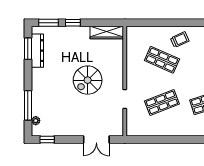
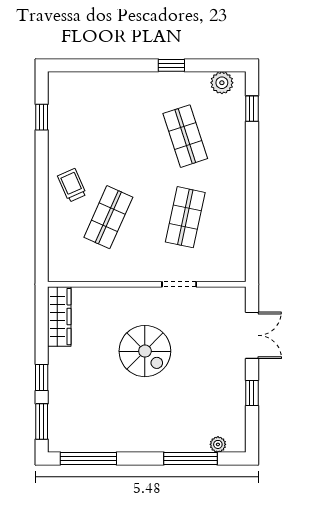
window: (28, 49) -> (88, 459), width x1.44
dresser: (37, 51) -> (92, 442), removed
shop shelf: (162, 102) -> (185, 217), turned 33
window: (47, 140) -> (252, 393), moved

